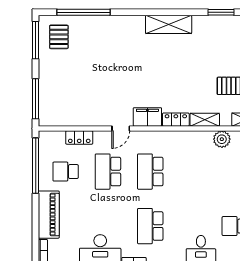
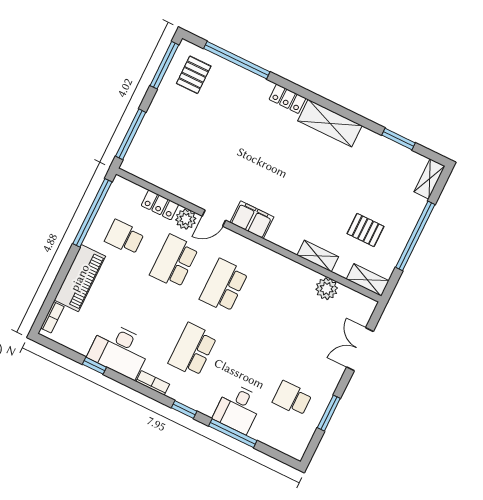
locker: (176, 120) -> (287, 99), moved, turned 180
plant: (102, 139) -> (186, 219), added

